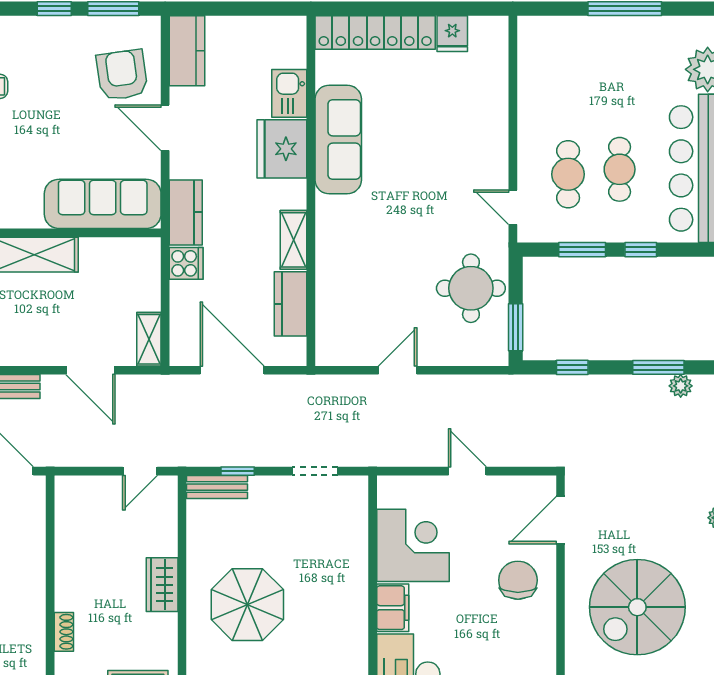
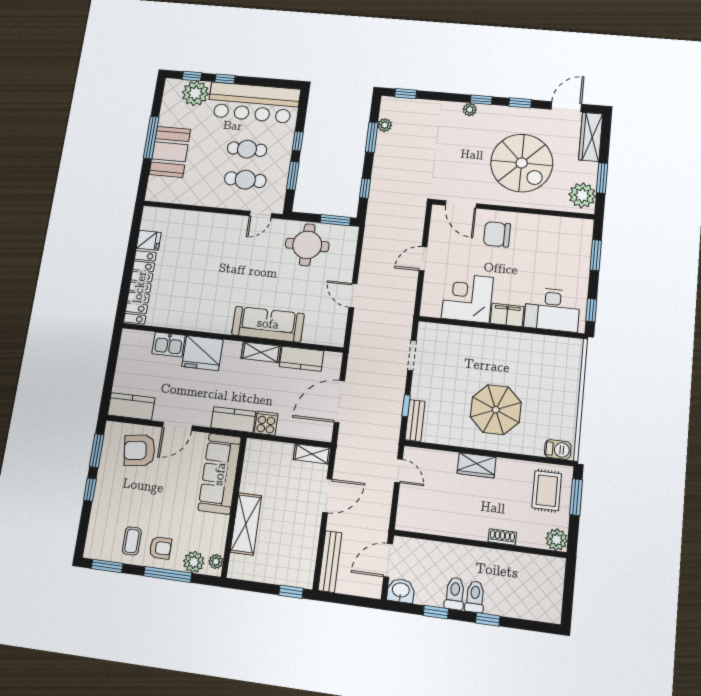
booth: (603, 44) -> (170, 152), added
sofa: (338, 140) -> (268, 324), moved

